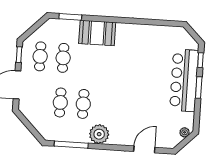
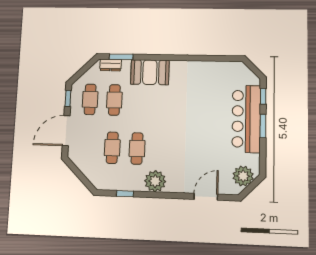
dresser: (60, 24) -> (111, 65), added
plant: (185, 132) -> (243, 176), width x1.87, depth x1.87
window: (71, 145) -> (125, 194), width x0.46

